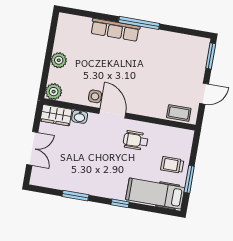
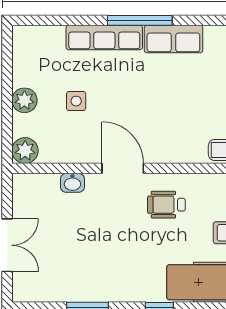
row of seats: (158, 38) -> (173, 39), added
side table: (95, 96) -> (76, 101), moved
wardrobe: (56, 115) -> (35, 187), removed

